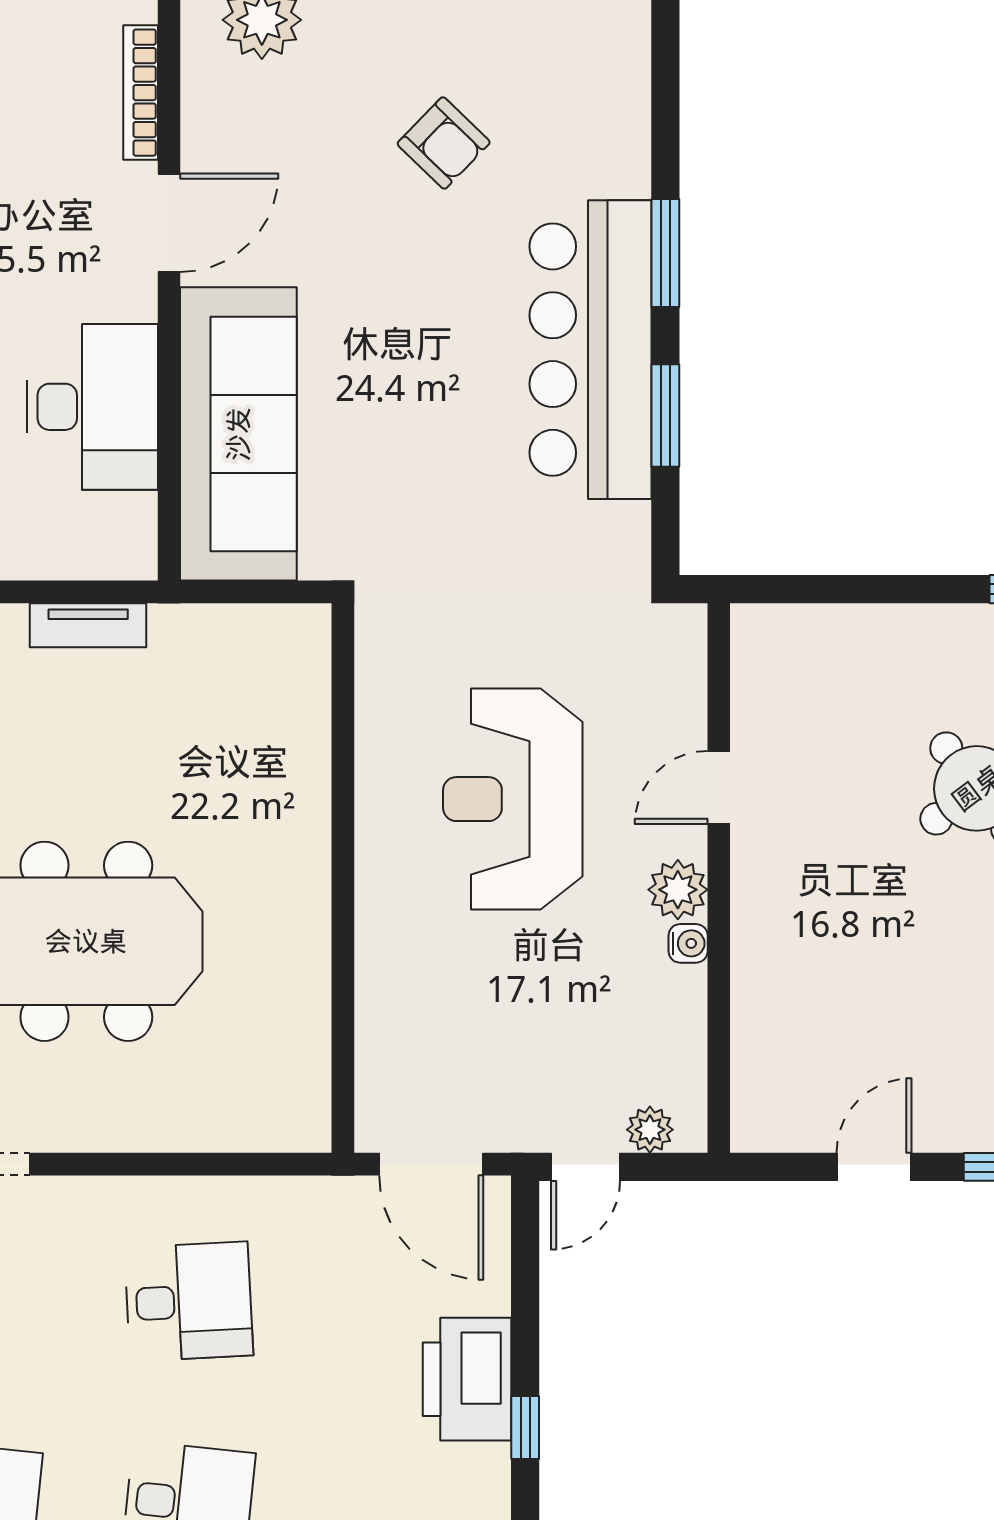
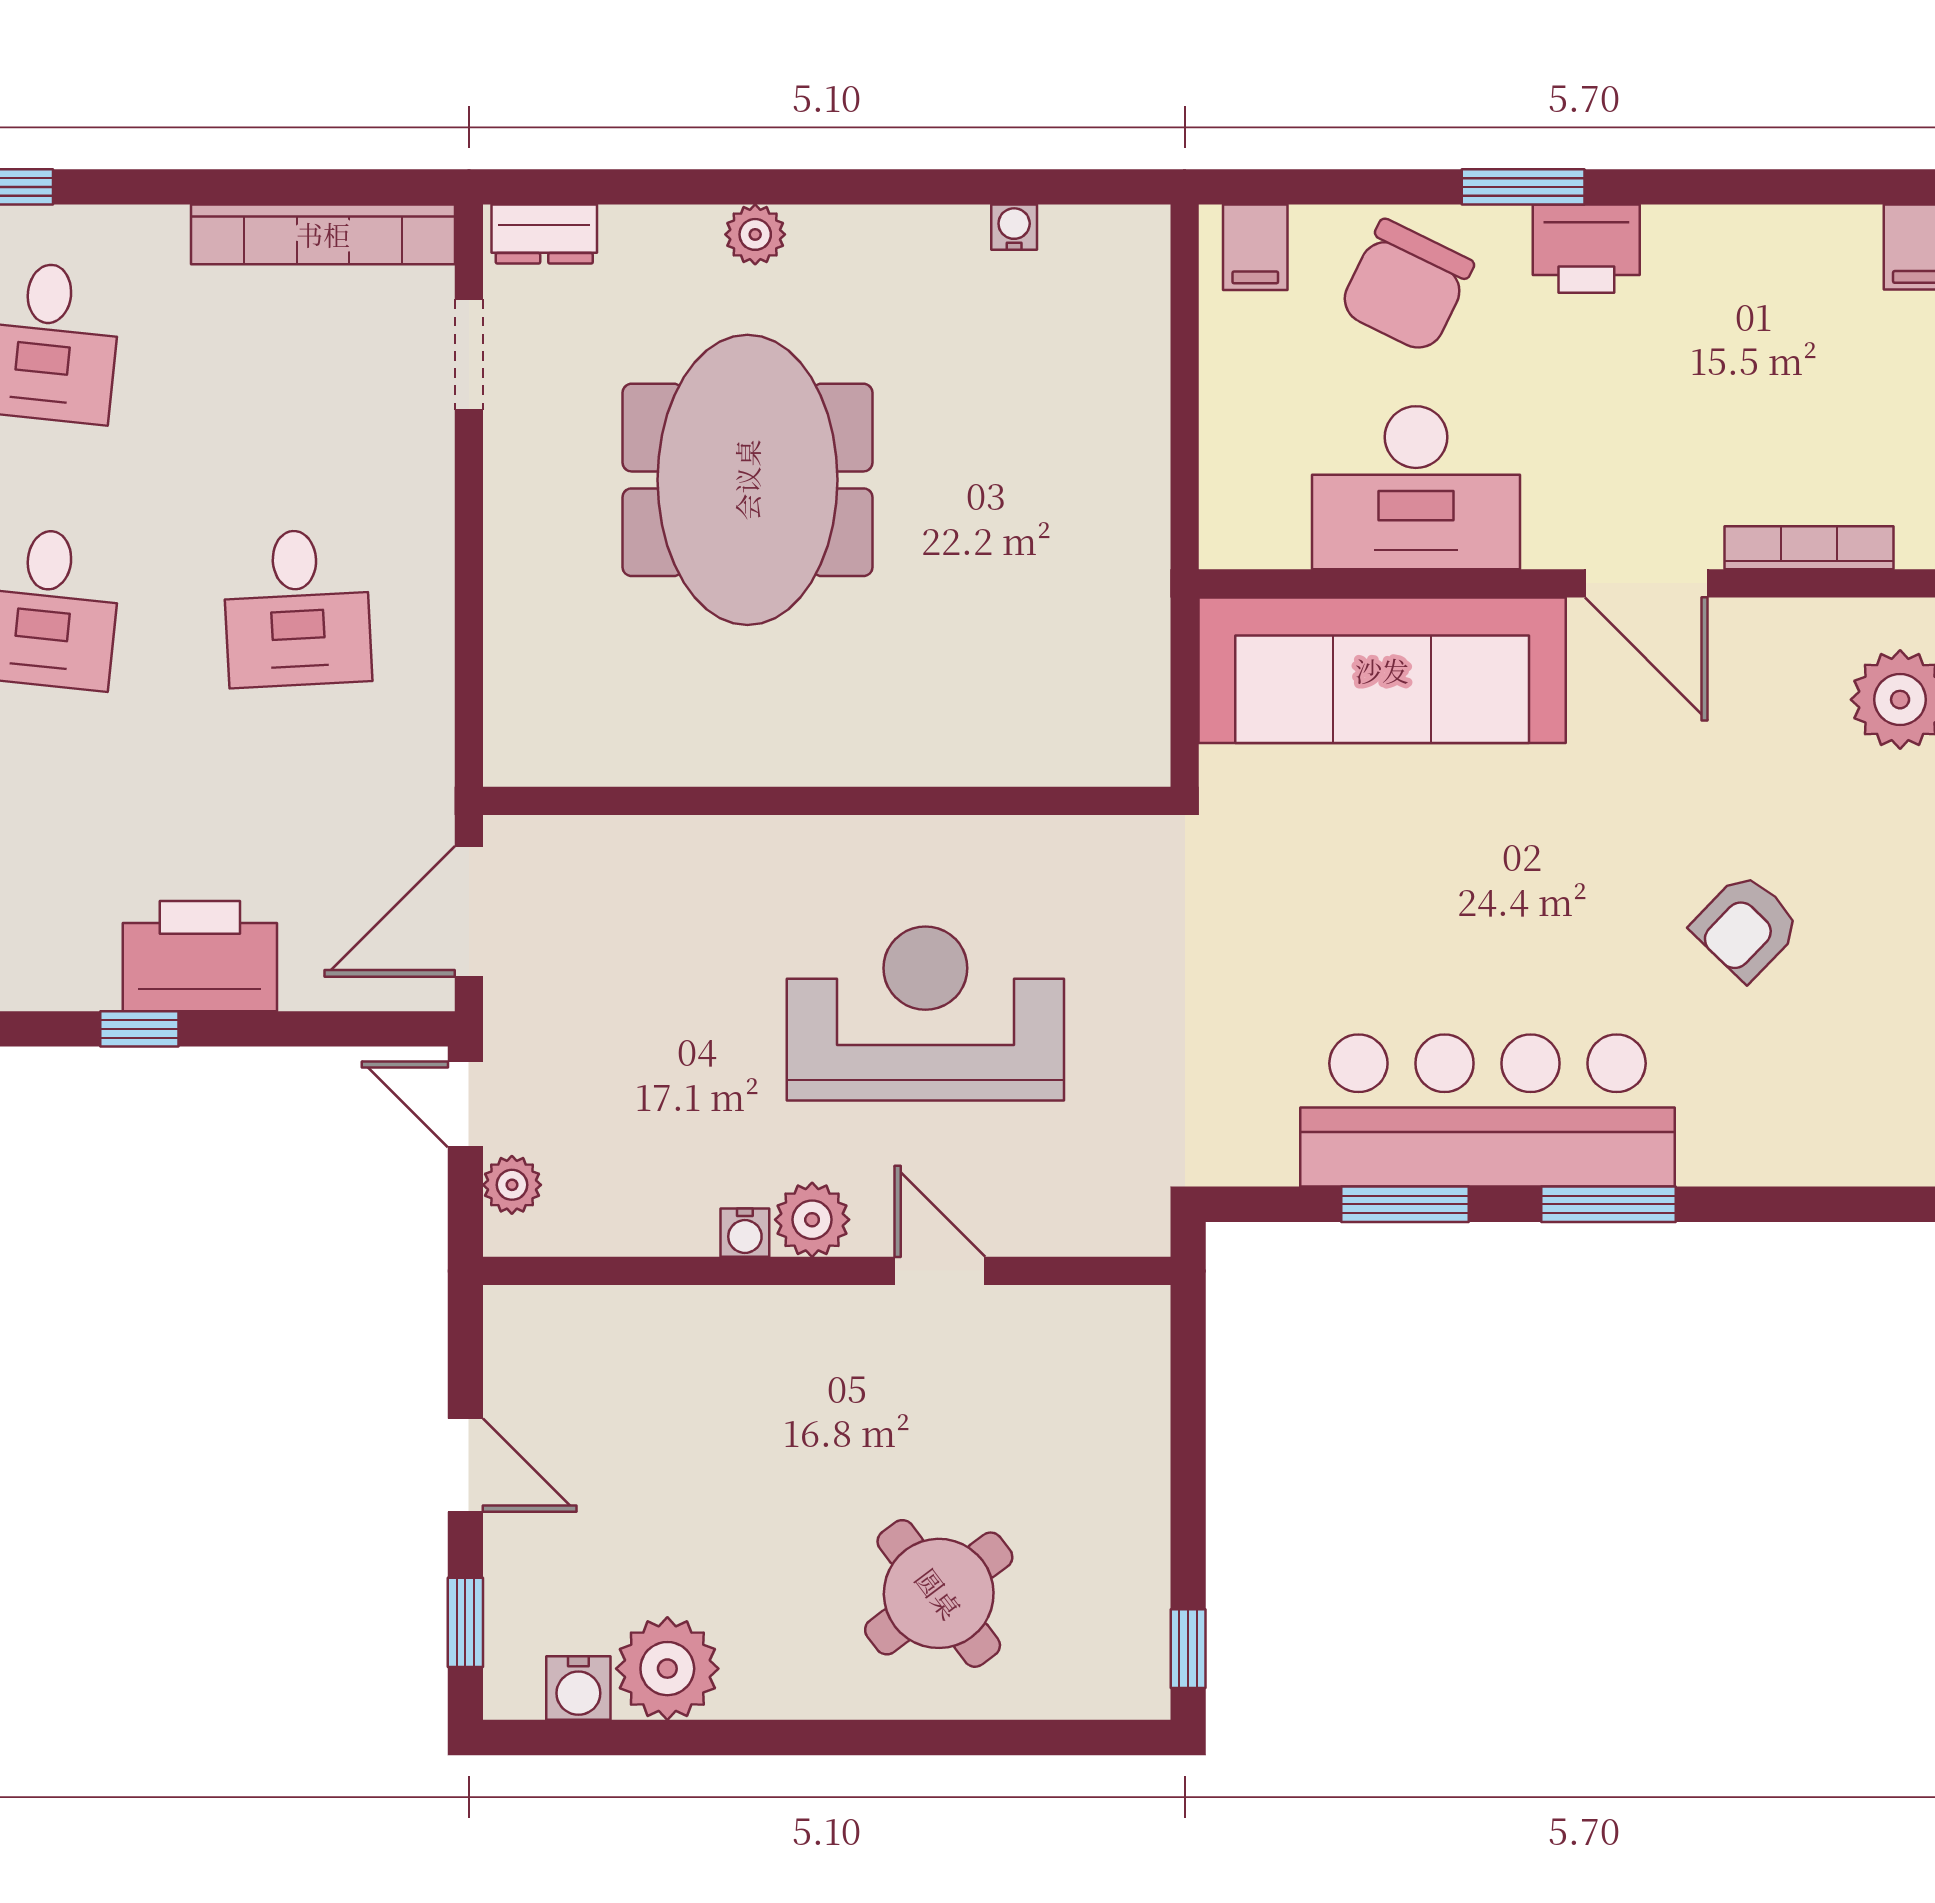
tv unit: (88, 625) -> (1143, 482), removed

